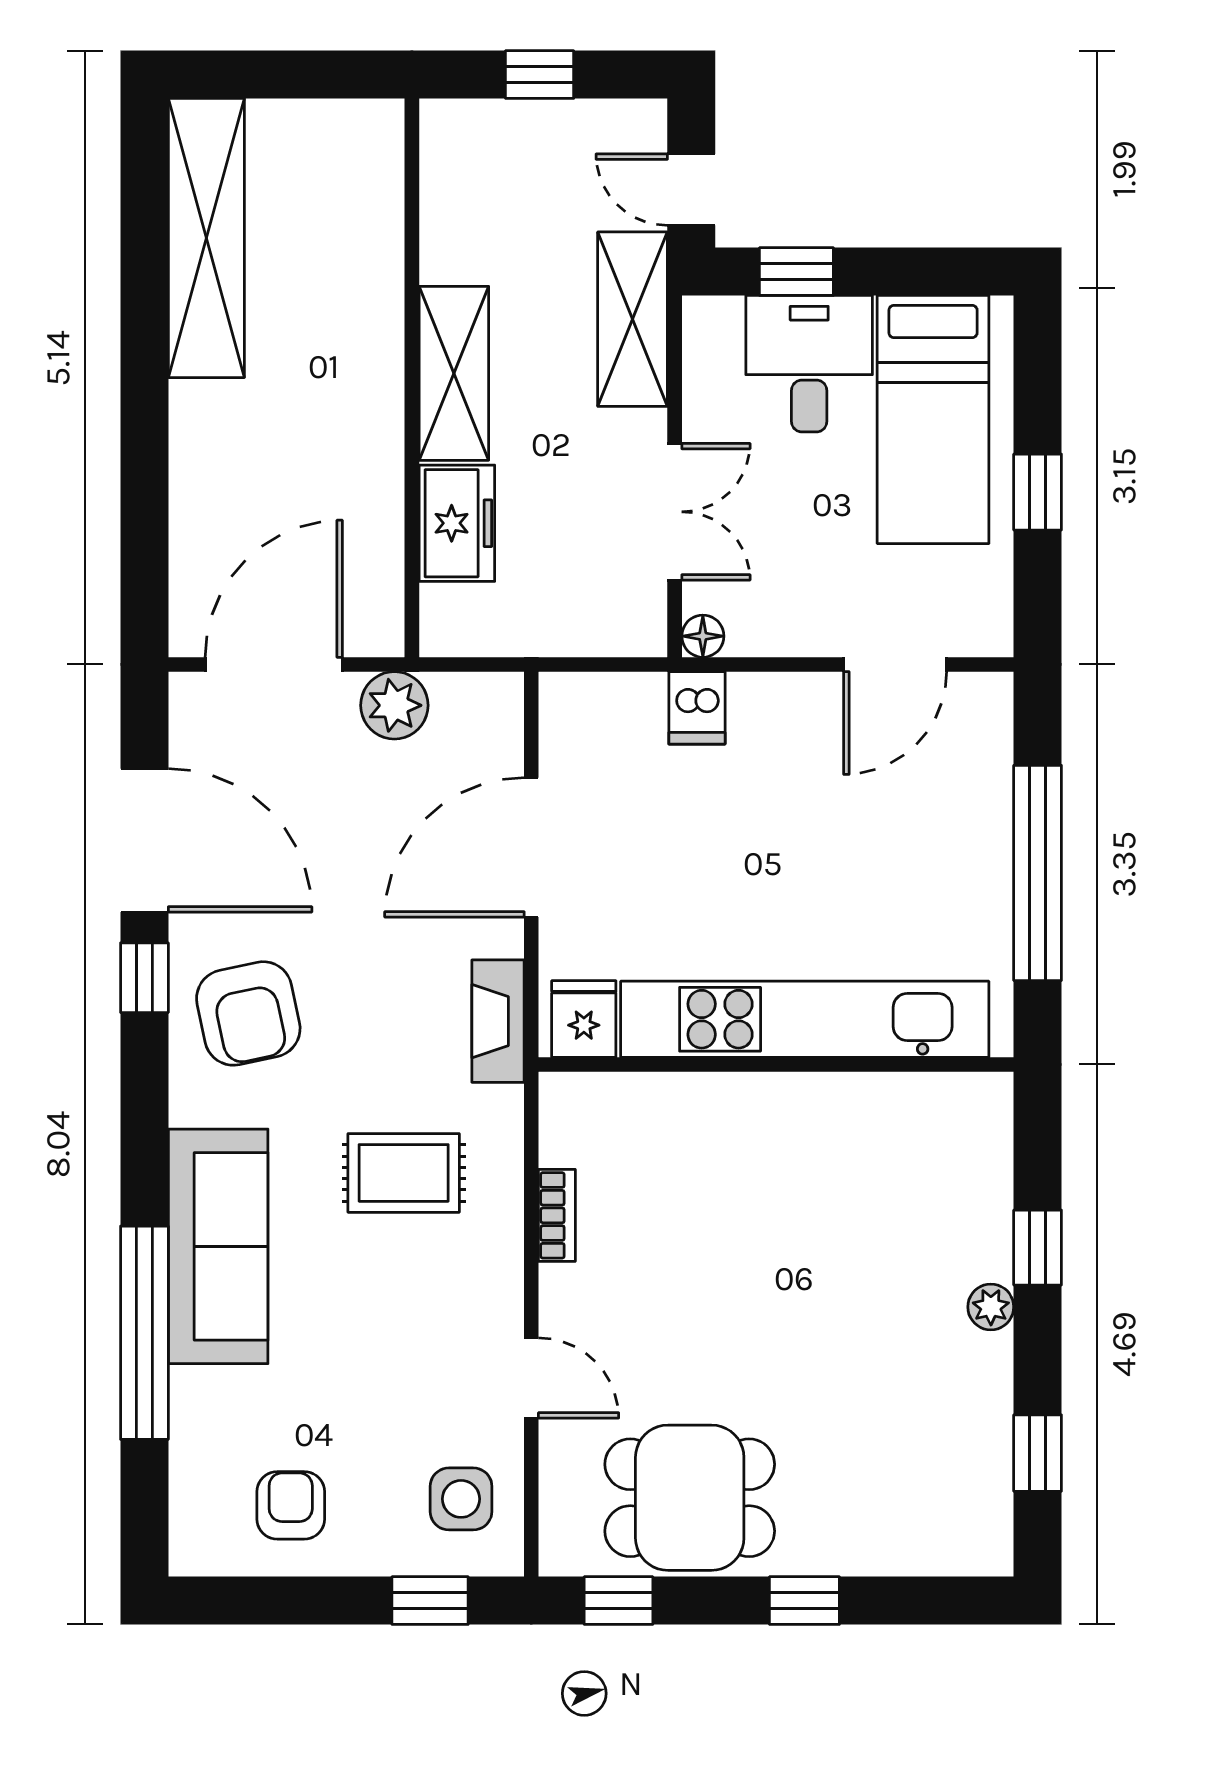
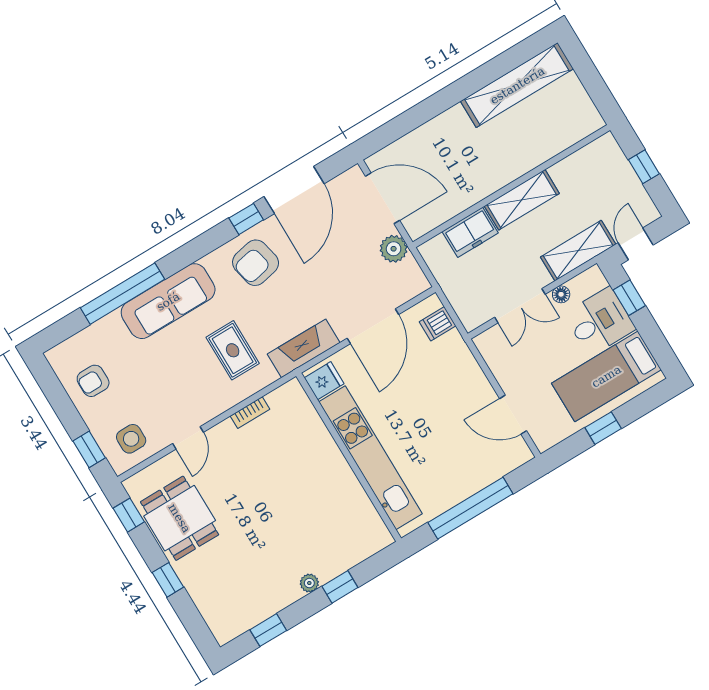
floor lamp: (703, 636) -> (561, 294), moved
dishwasher: (697, 708) -> (438, 324), moved
door: (531, 847) -> (373, 326), swing flipped
fireplace: (498, 1021) -> (304, 348), width x1.37, depth x1.32
armchair: (291, 1505) -> (93, 381), turned 180

